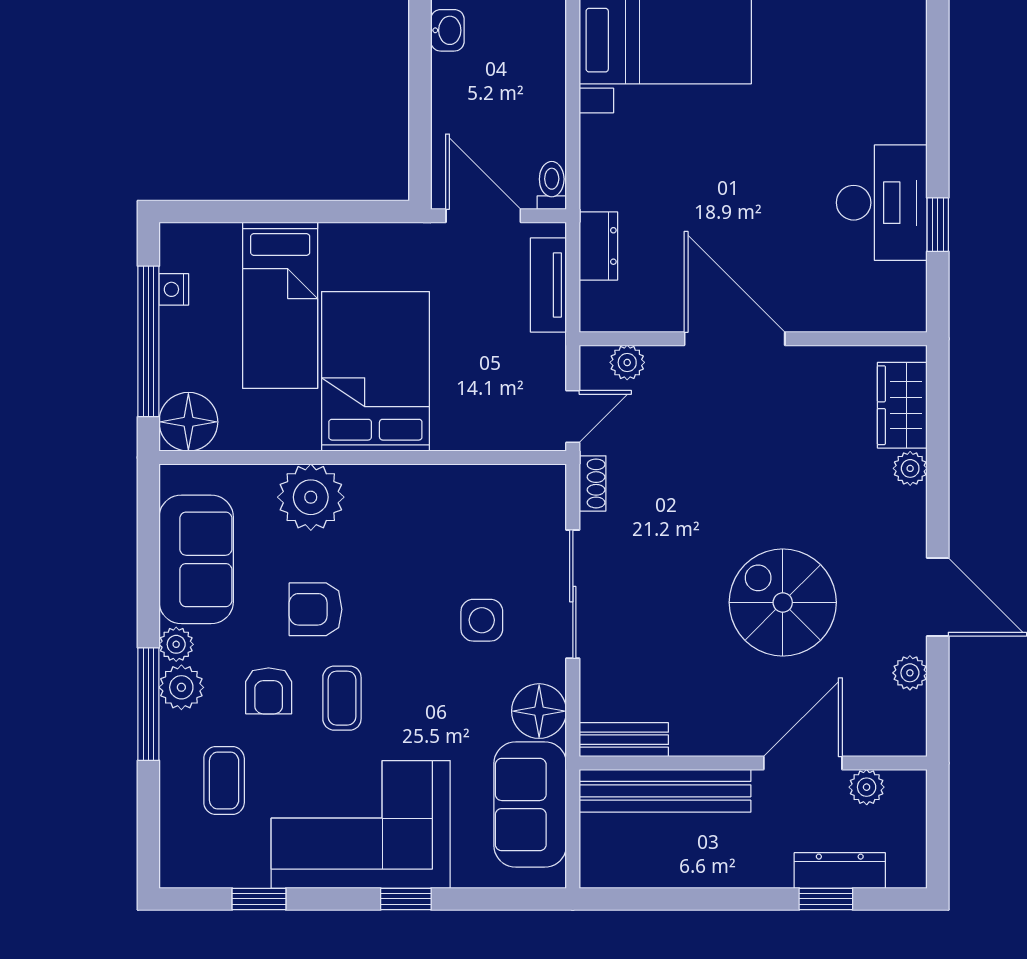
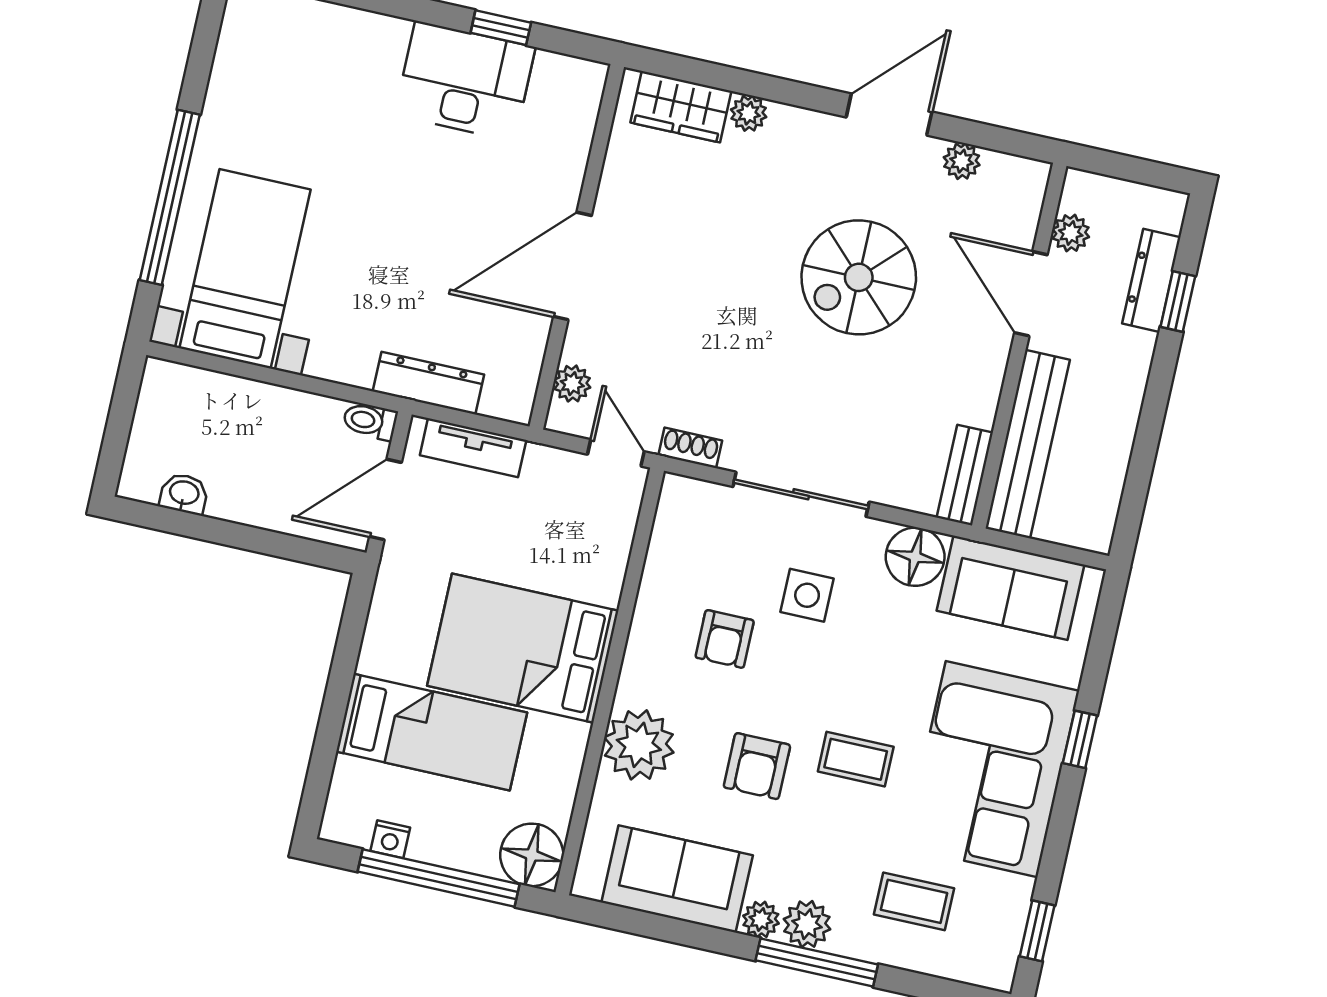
dresser: (598, 246) -> (428, 383), width x1.44
armchair: (269, 691) -> (725, 639), moved, turned 90
window: (259, 899) -> (1037, 931), moved

